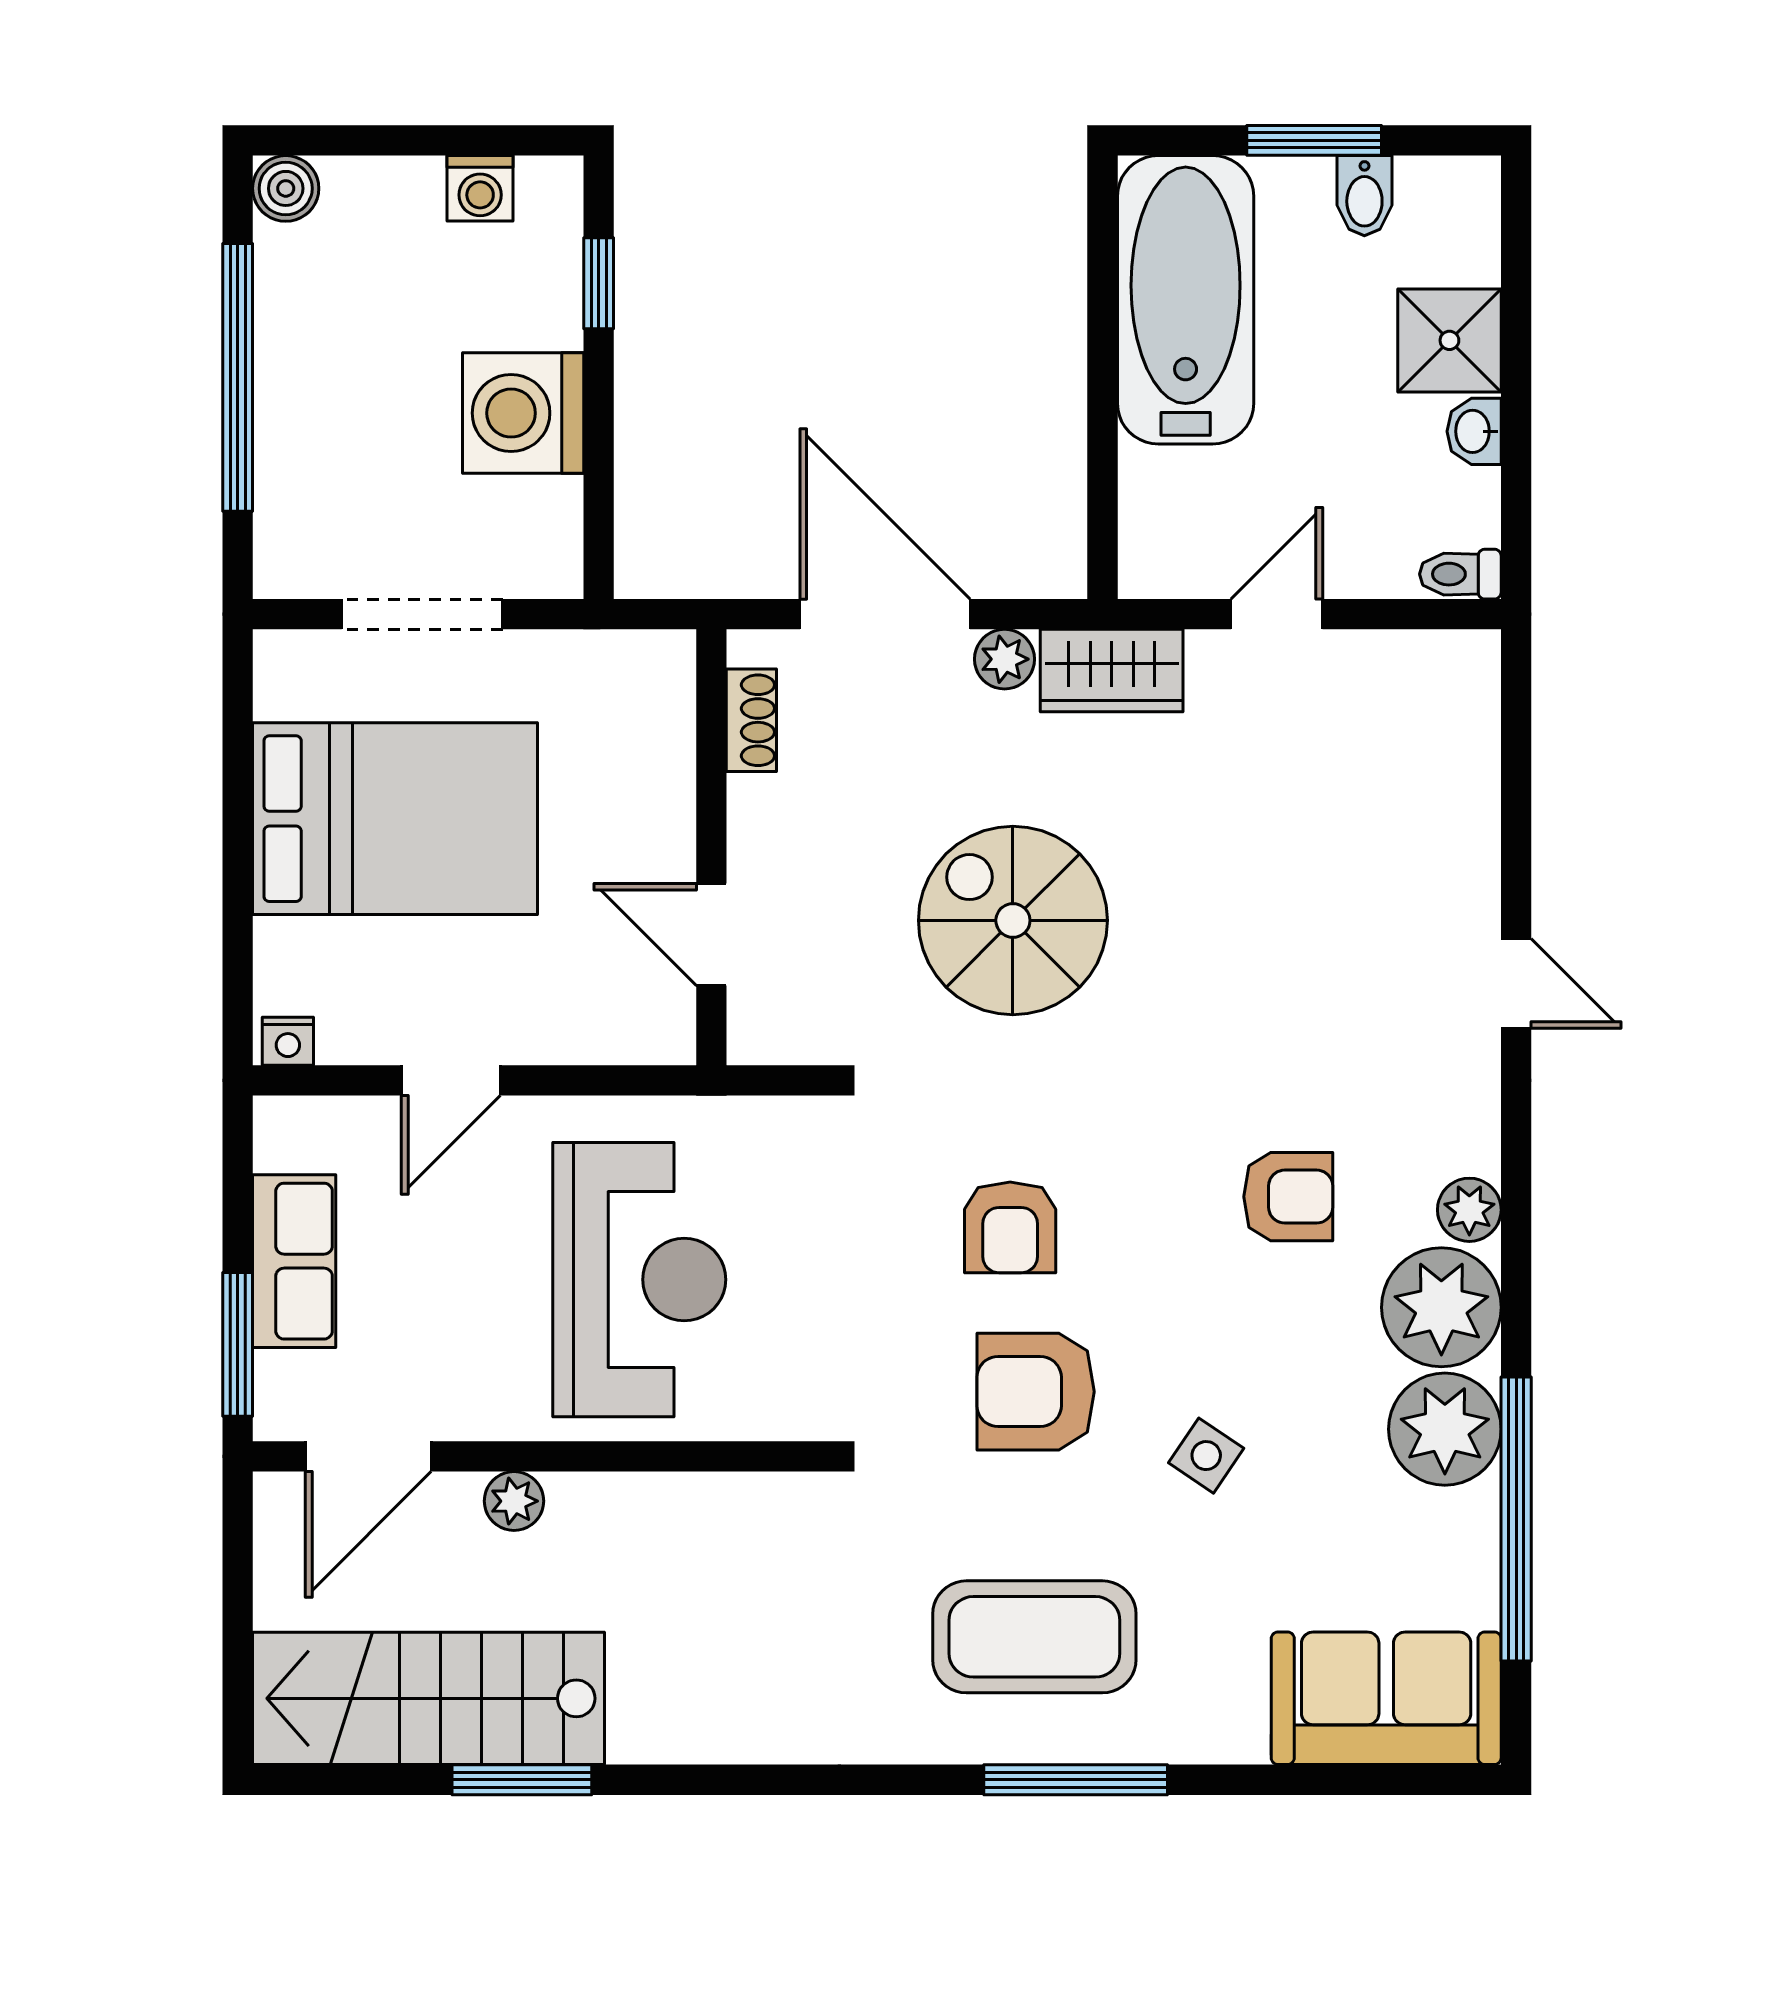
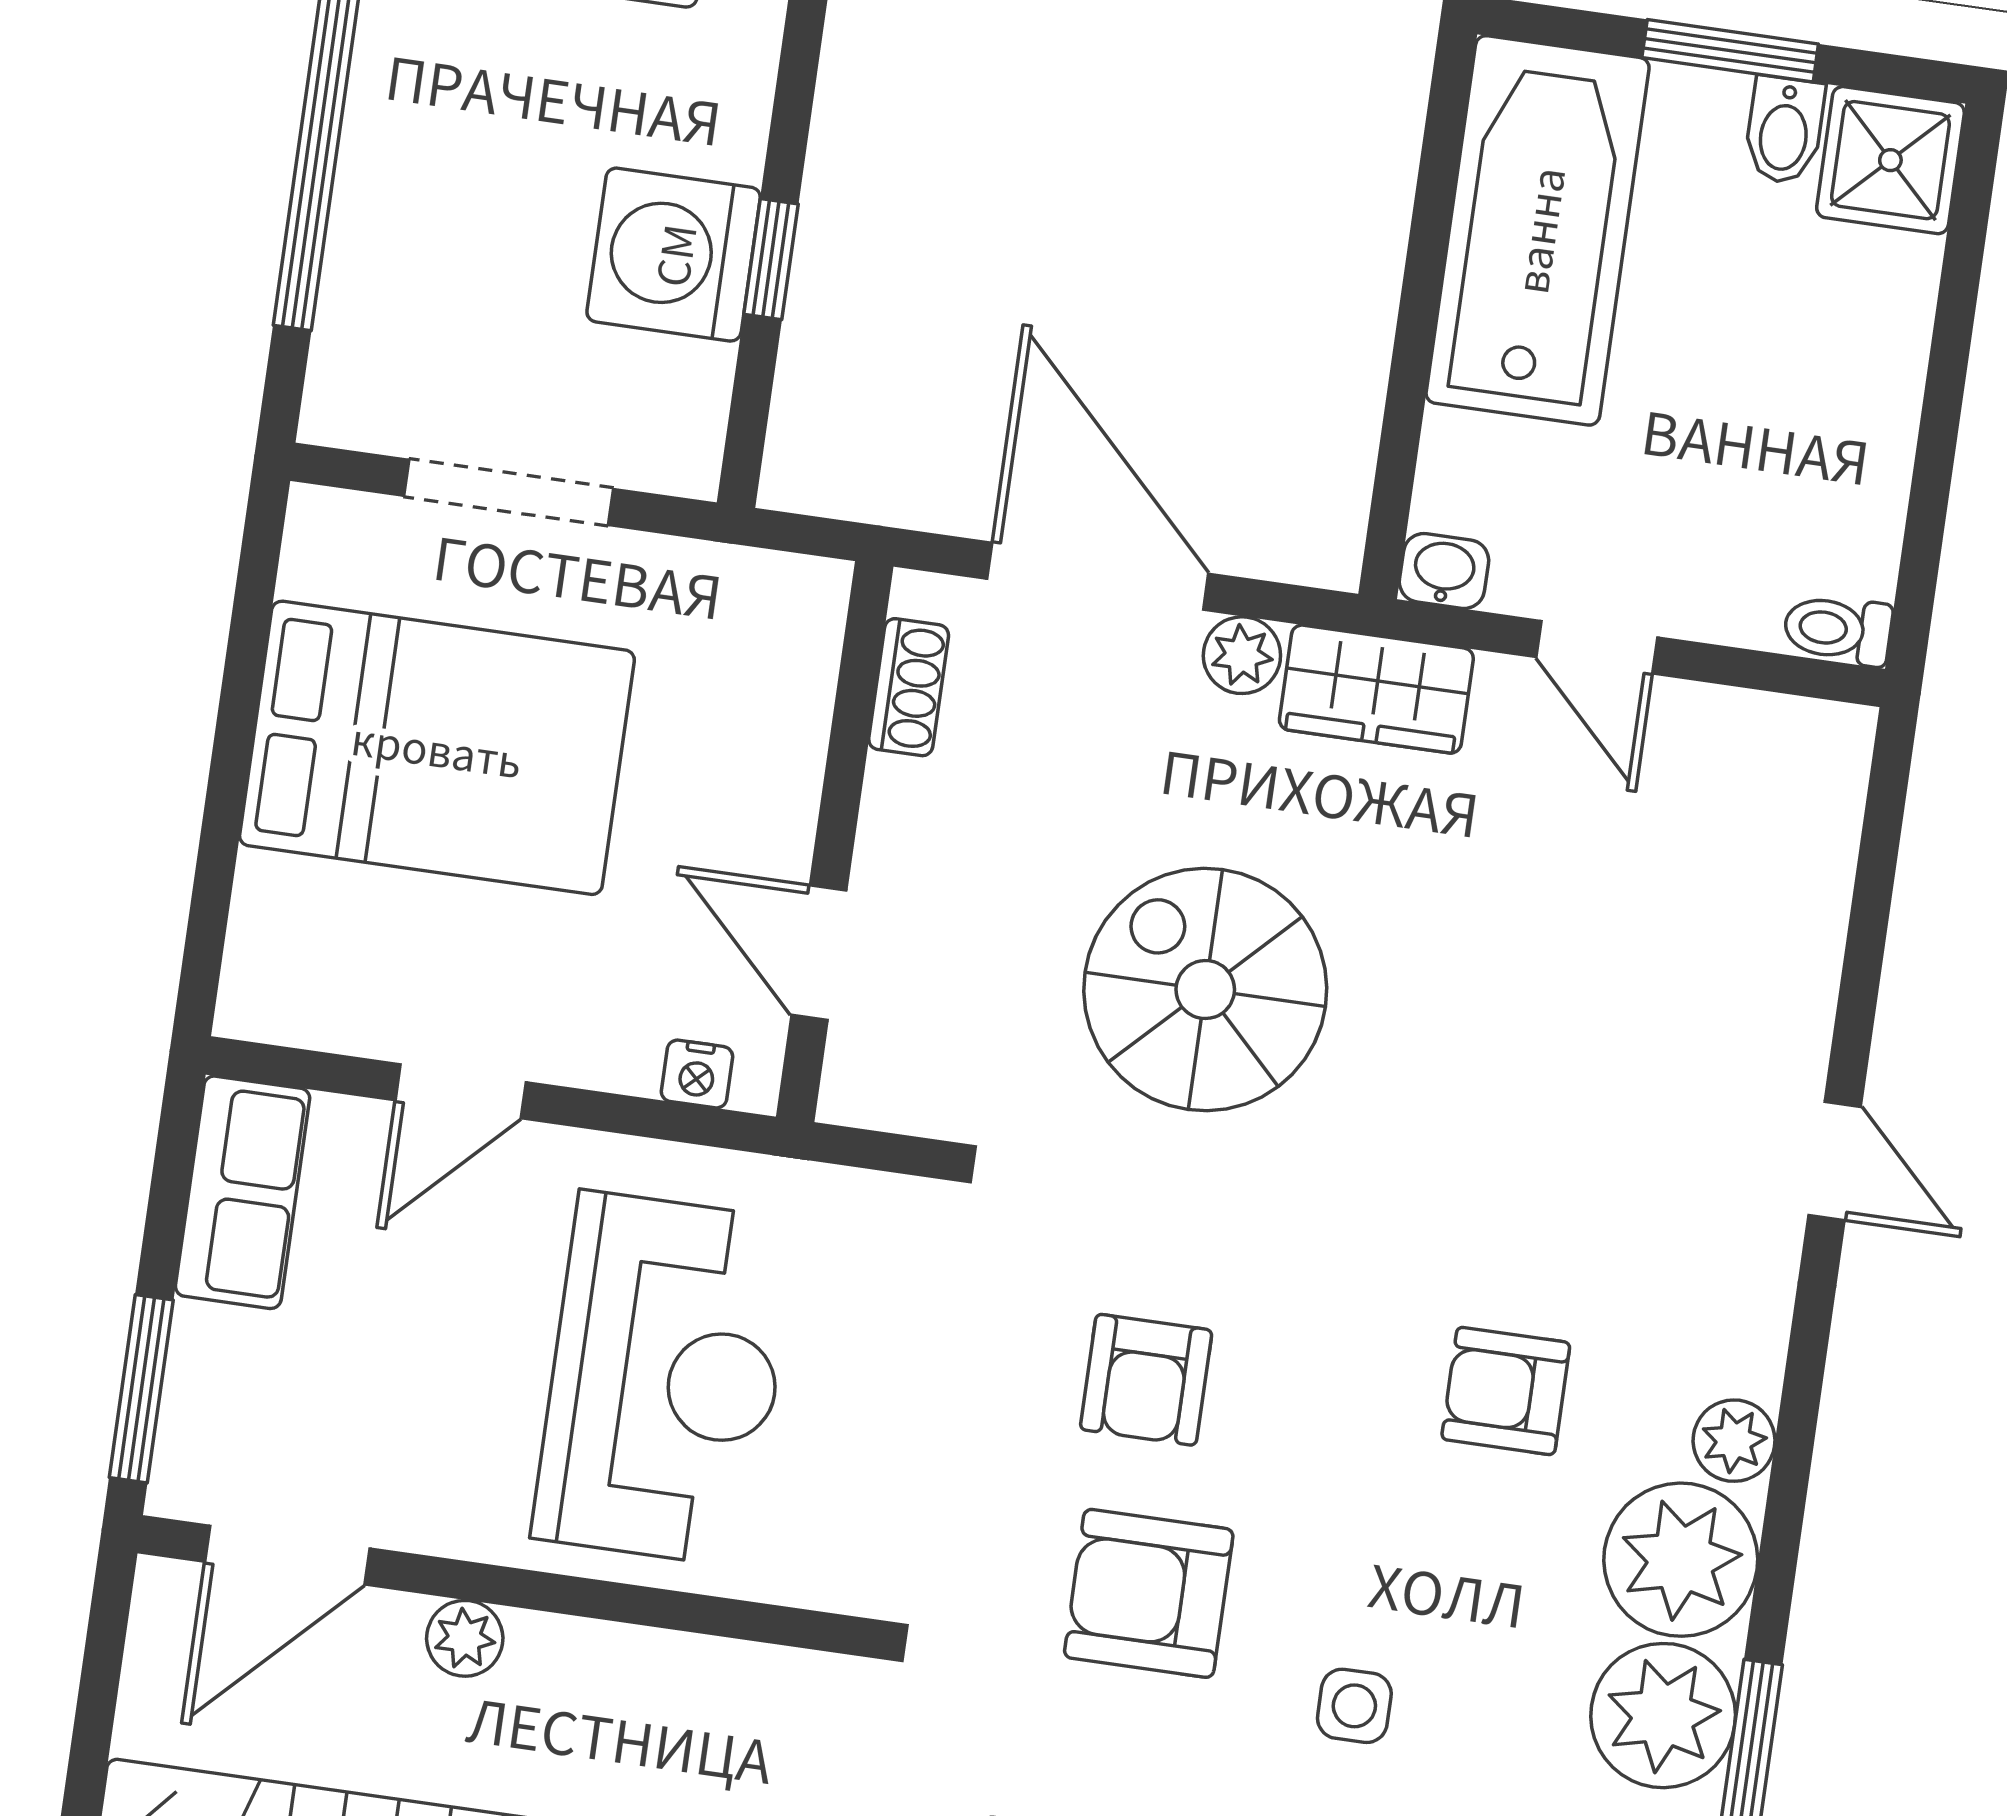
window: (599, 283) -> (771, 259), moved
shower: (1449, 340) -> (1890, 160), moved
washbasin: (1474, 431) -> (1444, 571), moved, turned 90
door: (1277, 614) -> (1597, 647), swing flipped
nightstand: (288, 1041) -> (697, 1074), moved
armchair: (1288, 1197) -> (1506, 1391), turned 180
row of seats: (294, 1261) -> (243, 1192), moved
side table: (1206, 1456) -> (1354, 1706), turned -34

